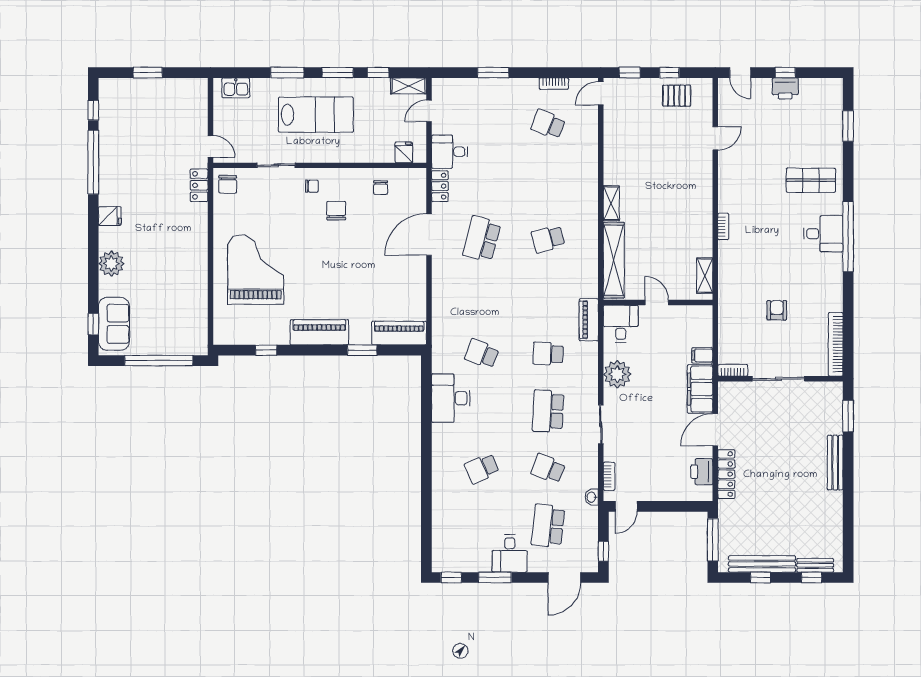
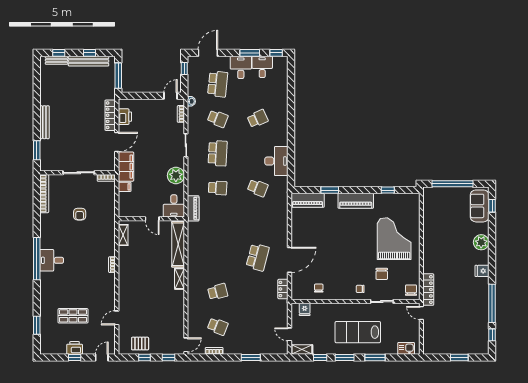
door: (740, 73) -> (102, 358), hinge flipped
door: (429, 111) -> (289, 334), swing flipped
desk: (450, 152) -> (262, 67), moved, turned -90
shop shelf: (811, 180) -> (73, 316), moved
locker: (199, 185) -> (428, 290), width x1.53
chair: (336, 211) -> (382, 274), moved
school desk: (548, 239) -> (218, 292), moved
grand piano: (256, 270) -> (394, 239), turned 180

